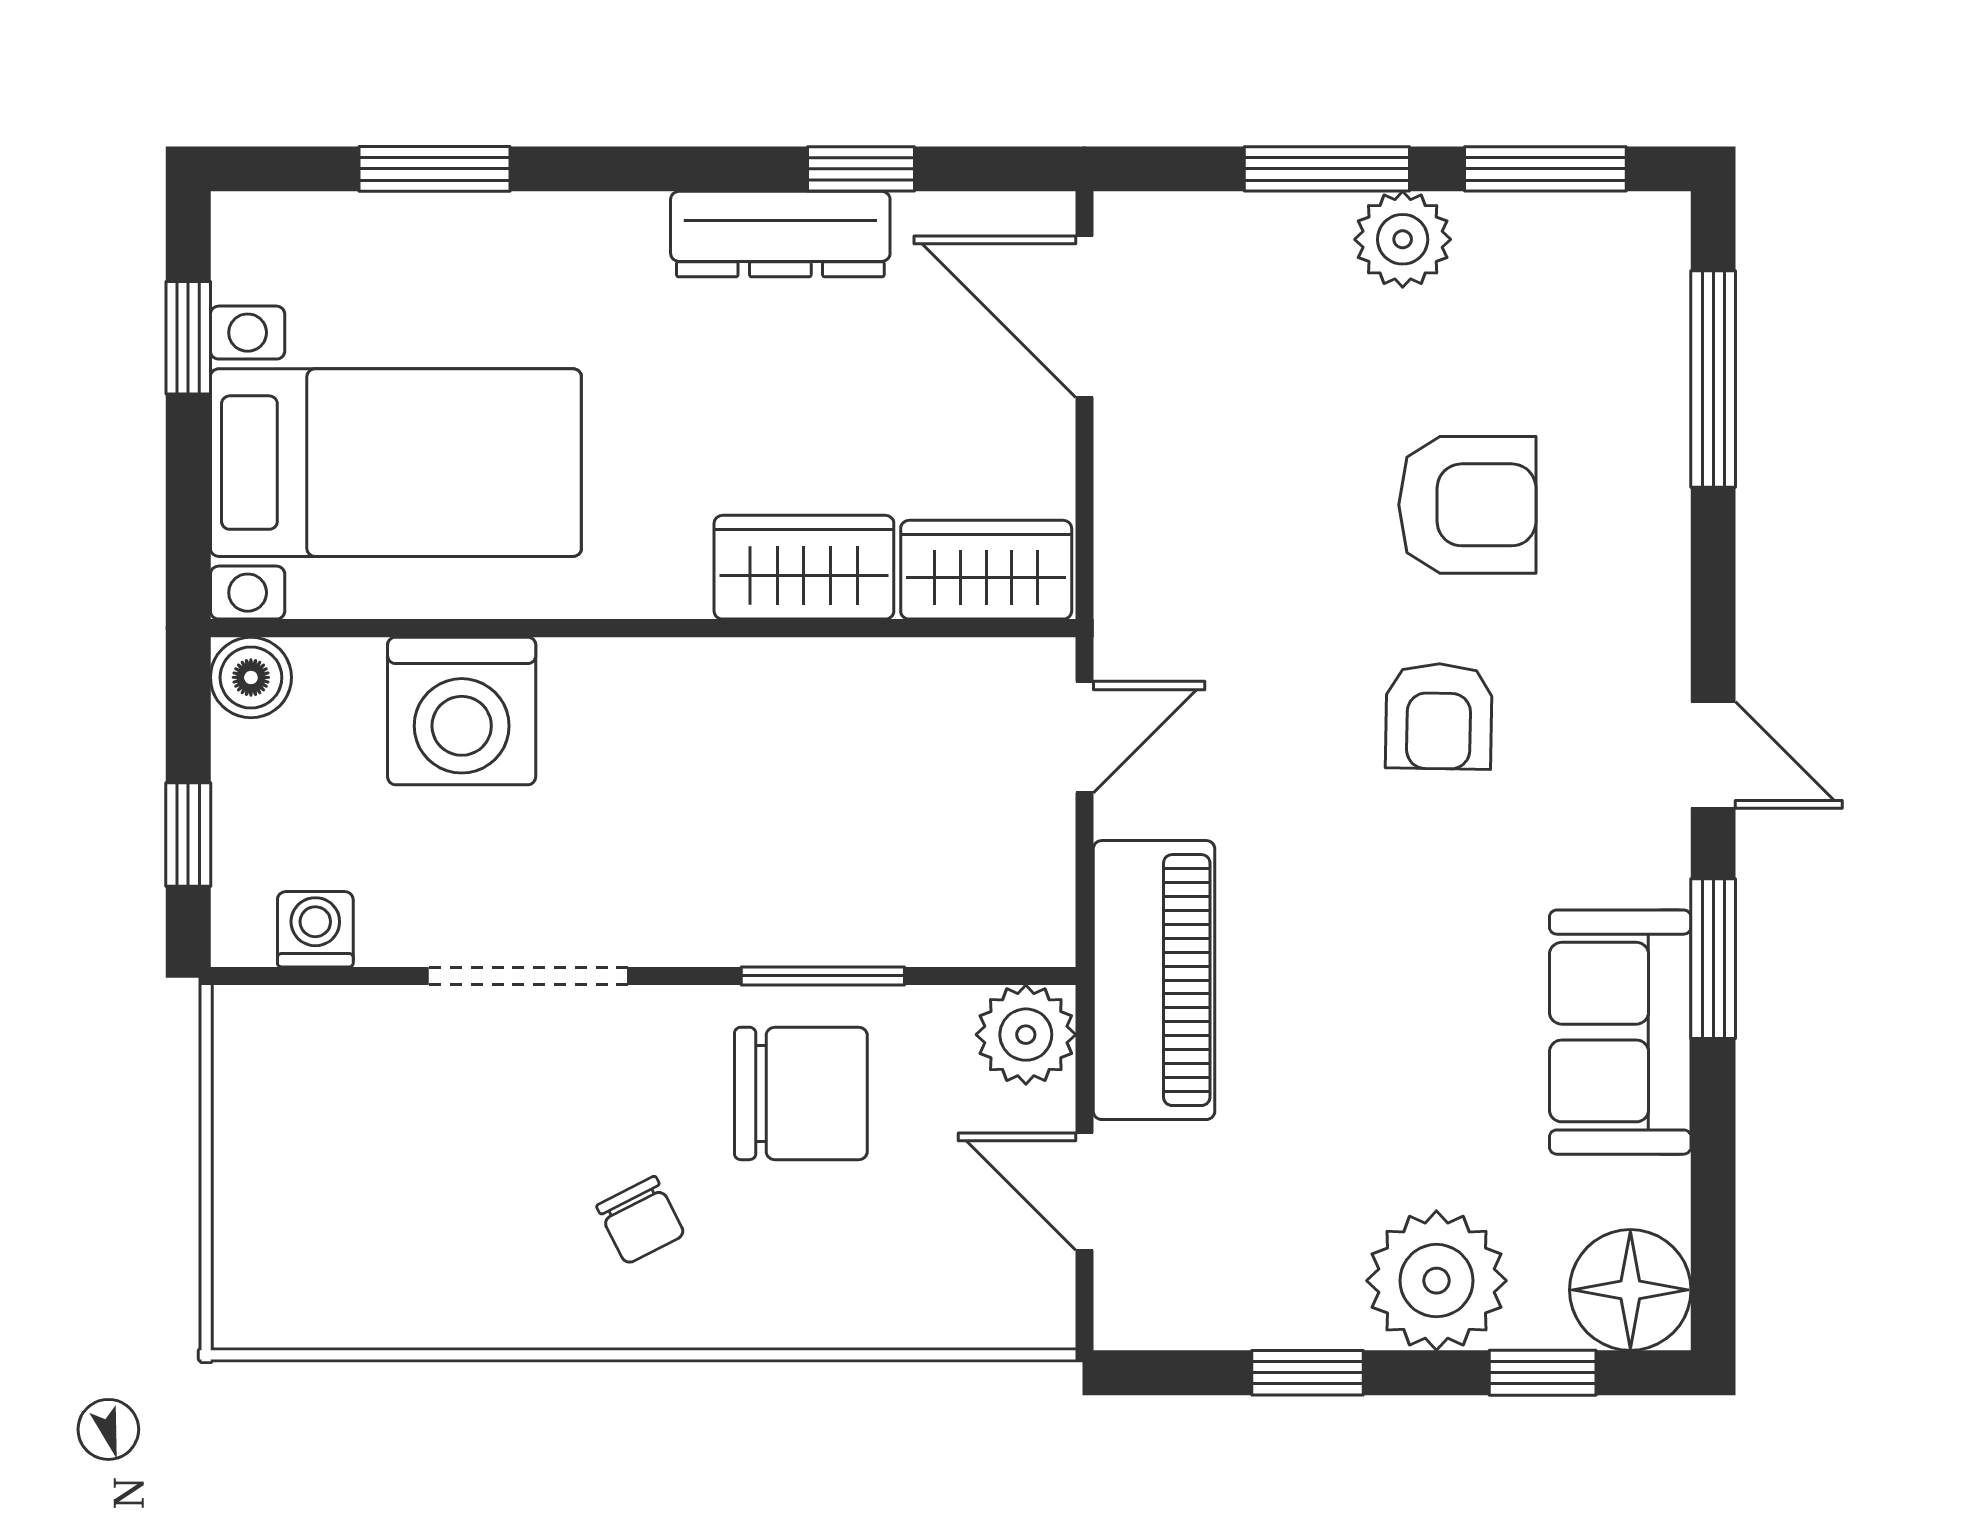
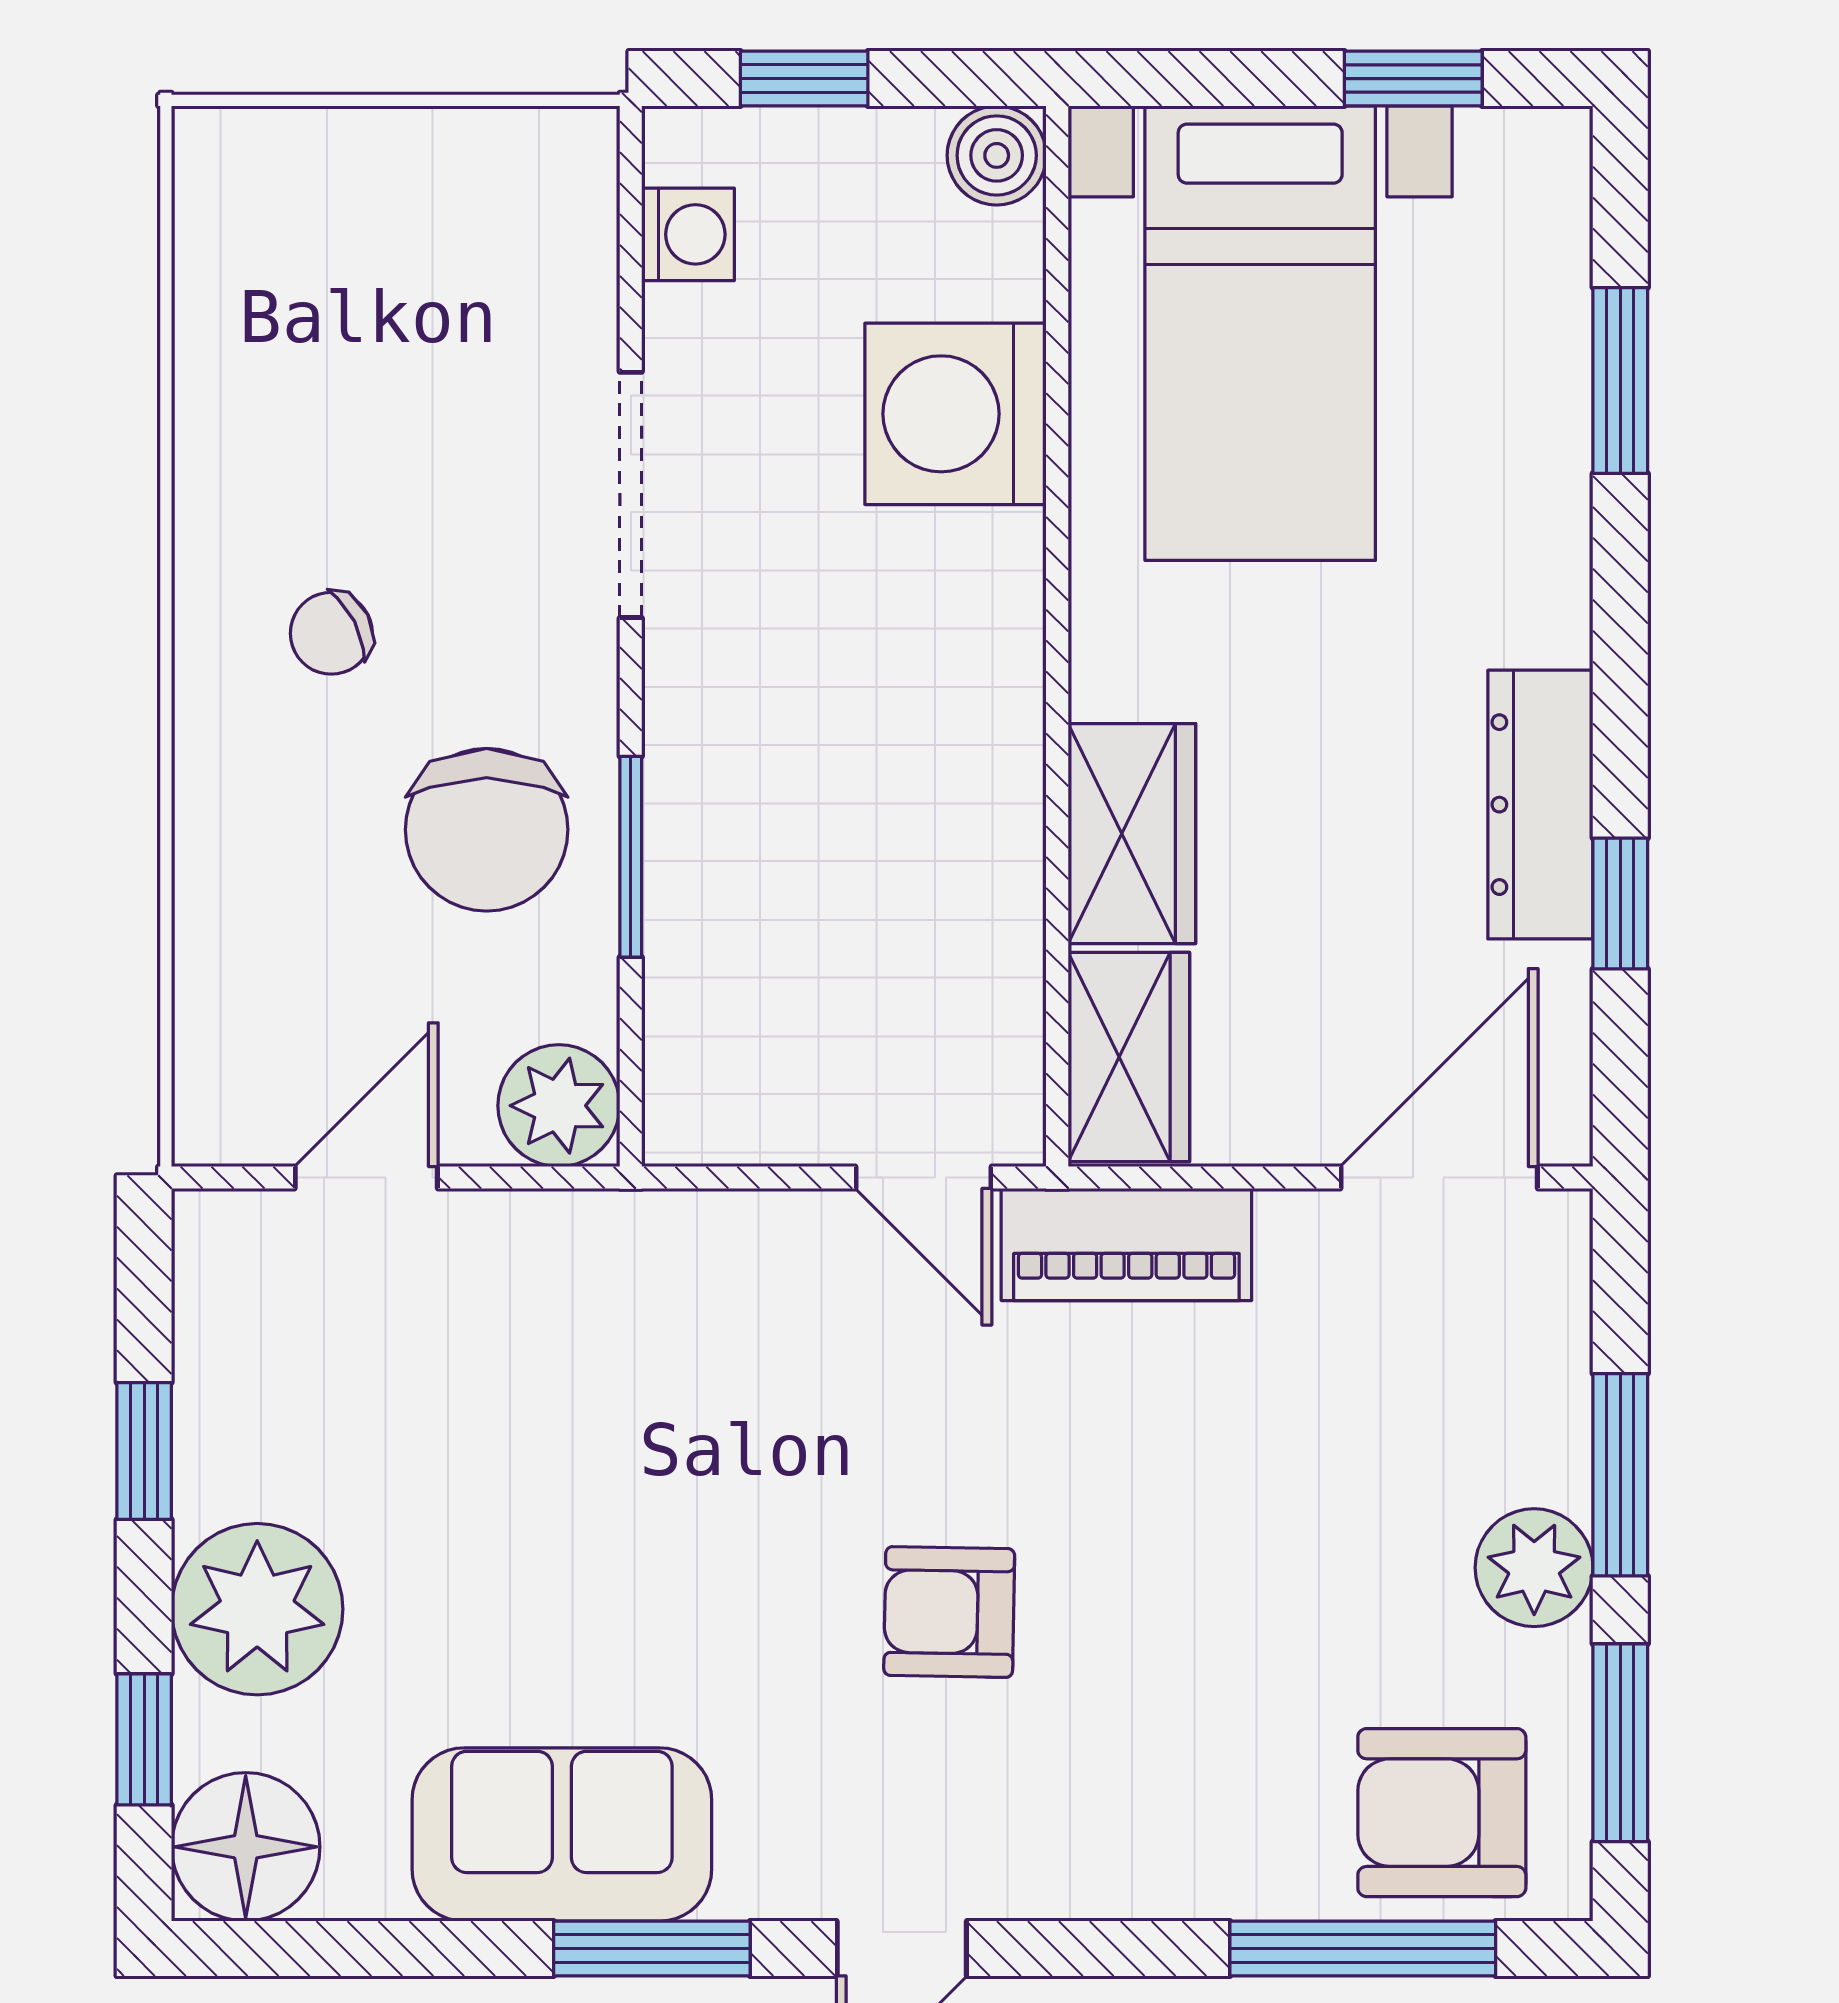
armchair: (1467, 505) -> (1442, 1813), moved, turned 90
piano: (1154, 980) -> (1126, 1244), moved, width x0.73, depth x0.75

